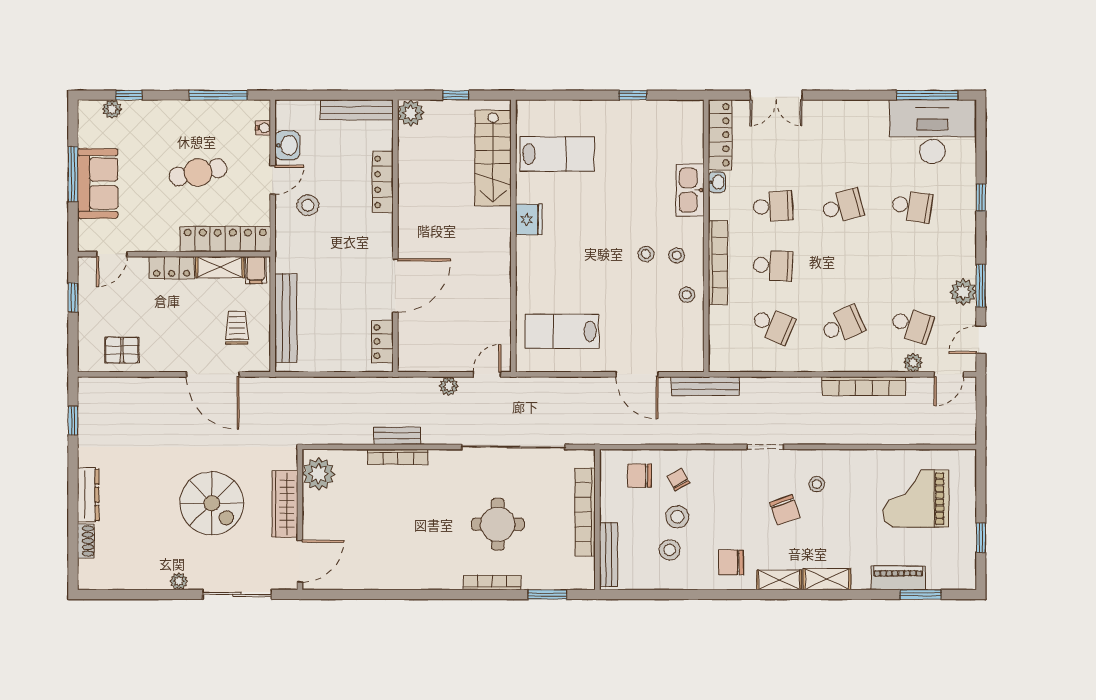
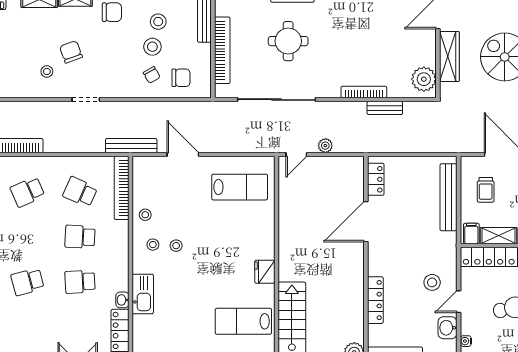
bookcase: (718, 263) -> (122, 188), moved
bench: (397, 436) -> (385, 108), moved

